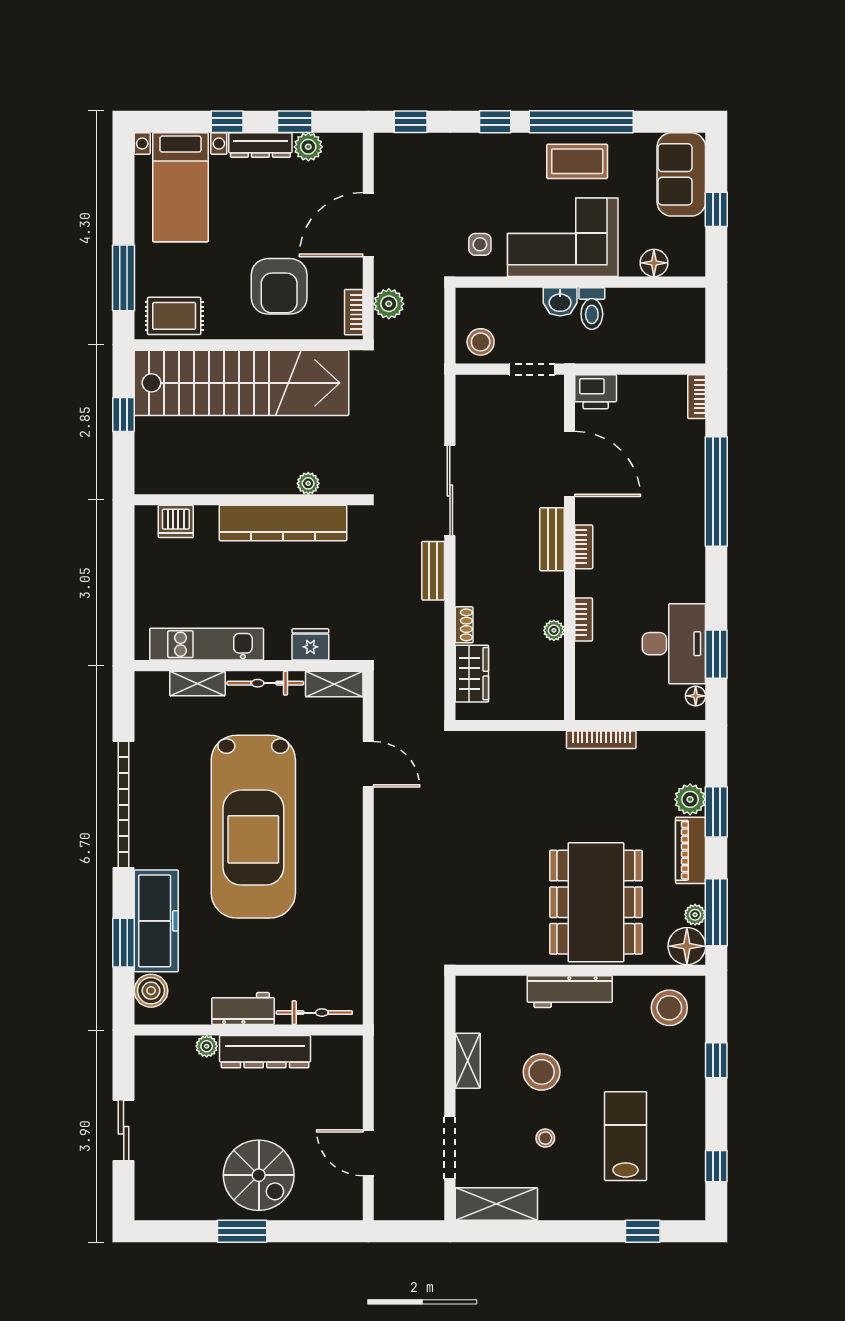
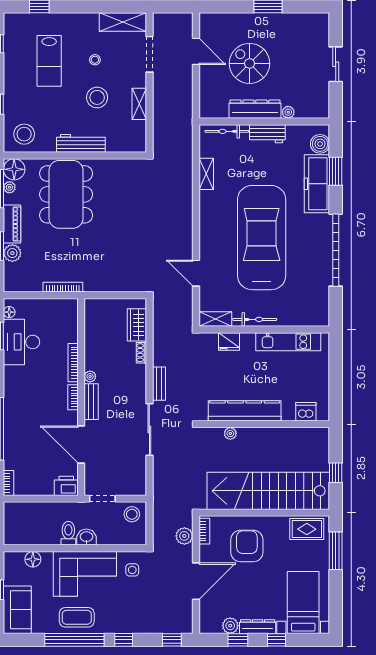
bookcase: (584, 619) -> (73, 363), width x1.56
plant: (554, 630) -> (90, 376), moved
shelving: (197, 683) -> (206, 174), moved, turned 90
spiral stairs: (259, 1175) -> (250, 63), moved

